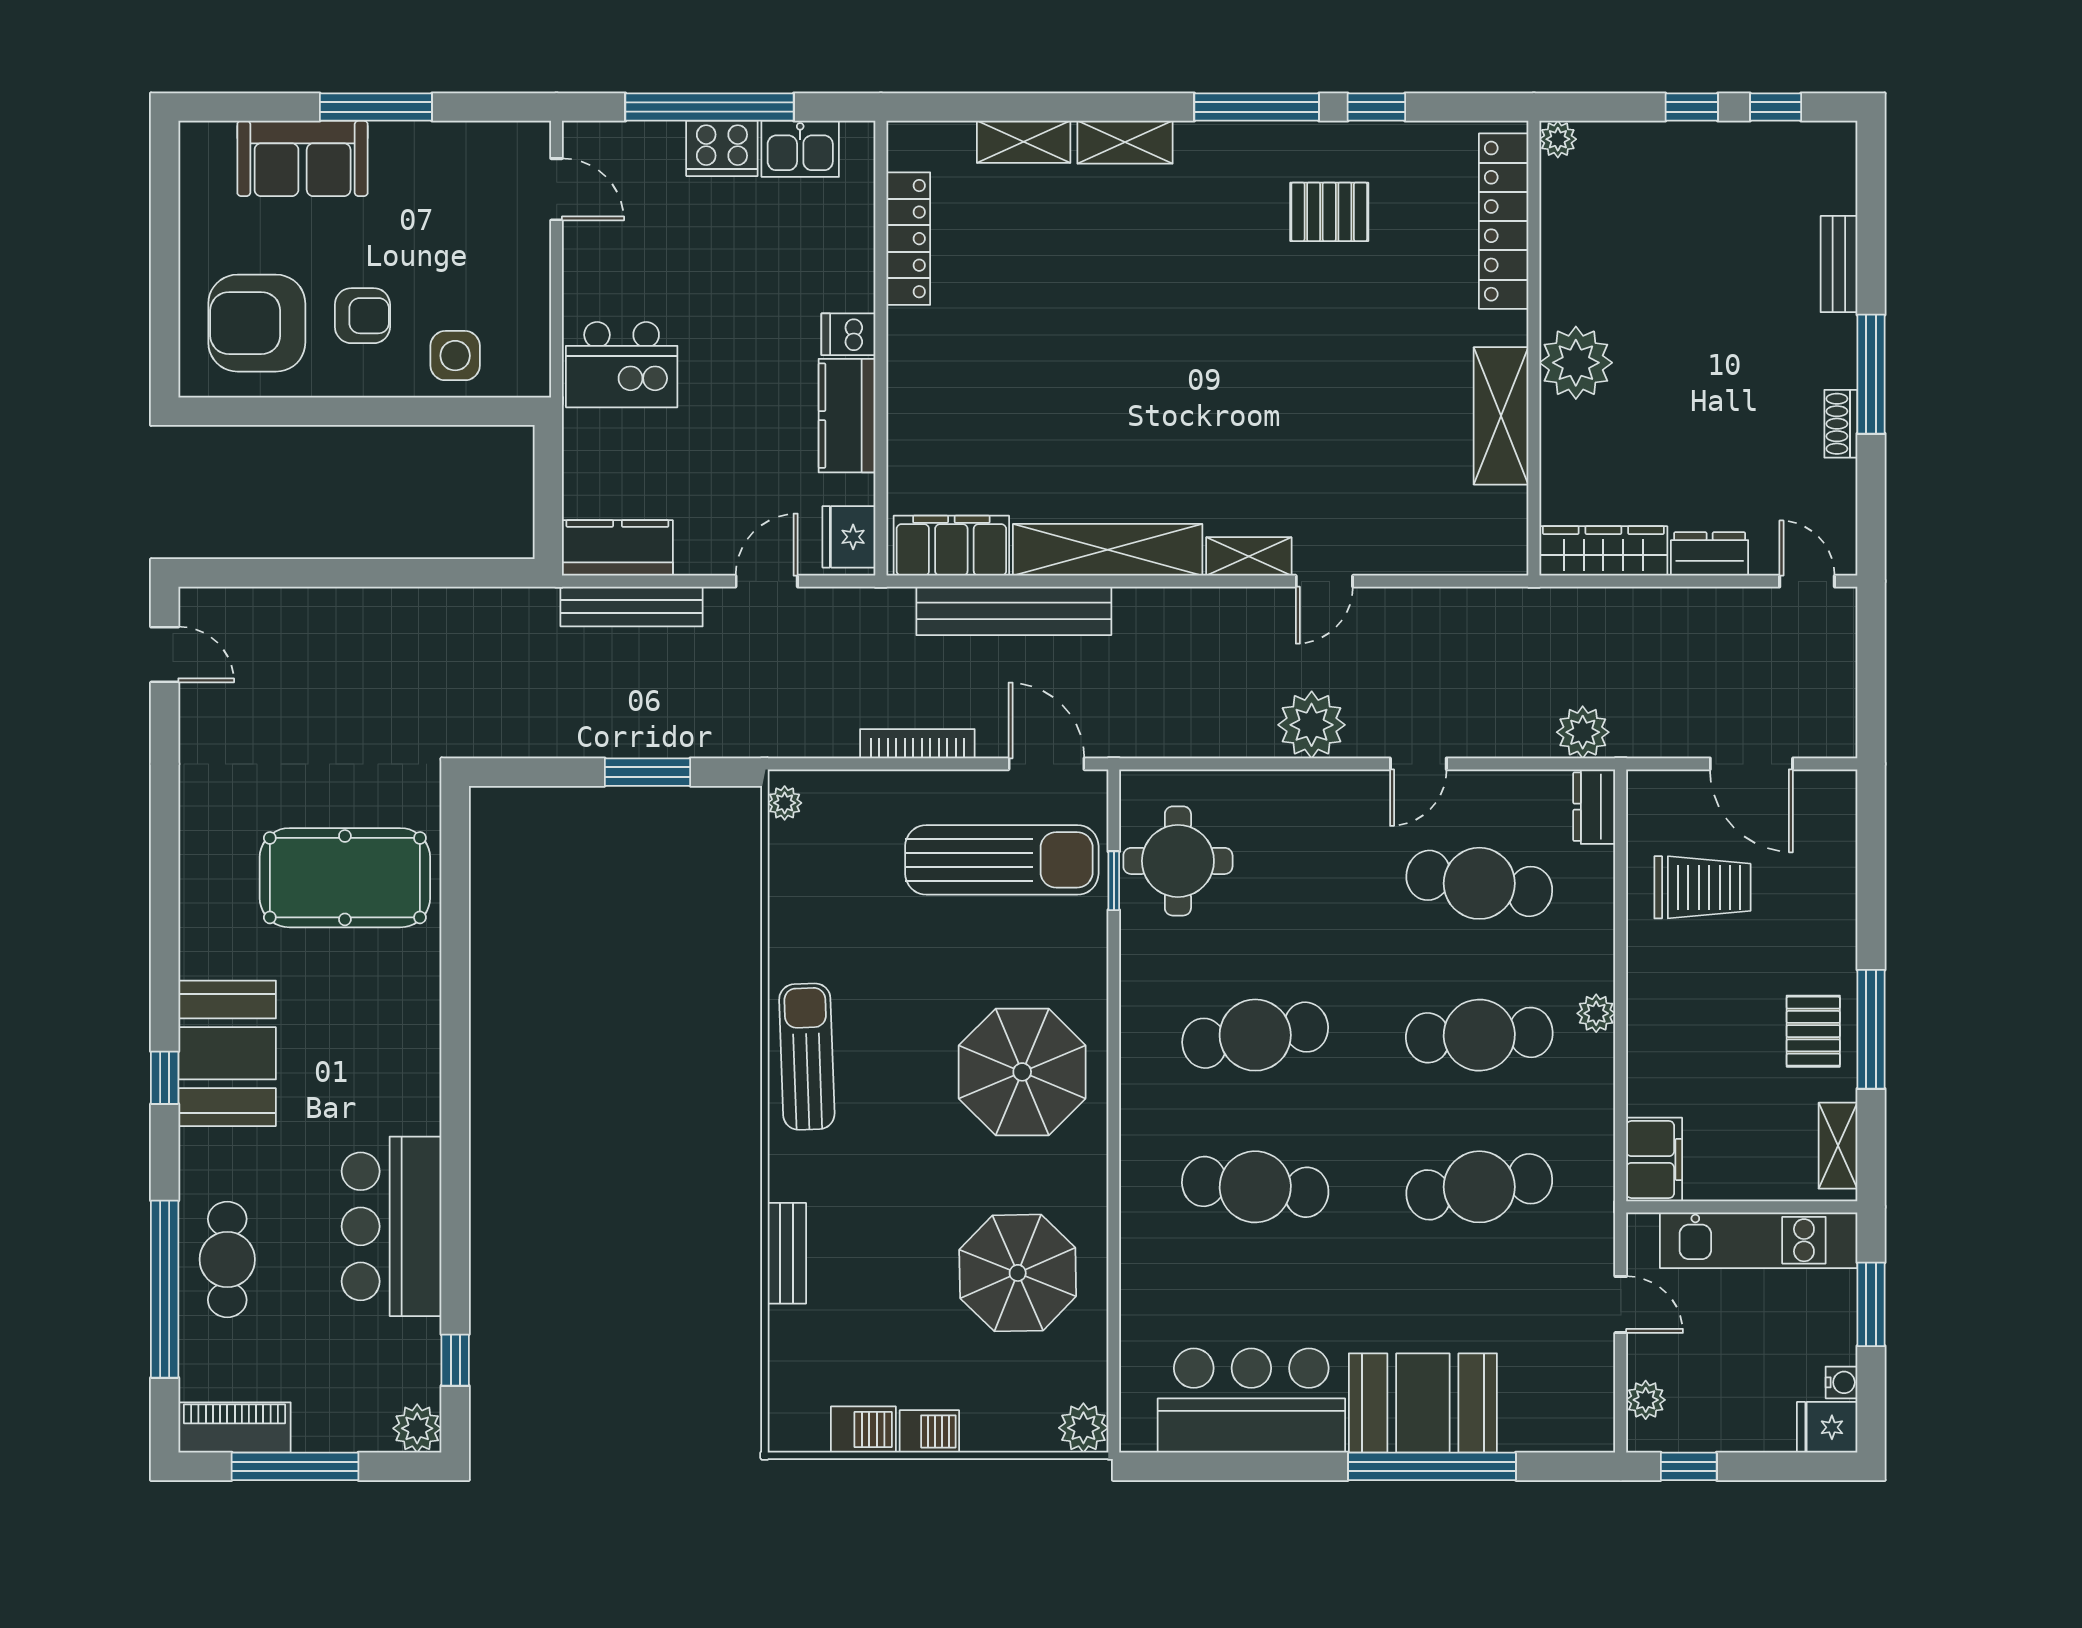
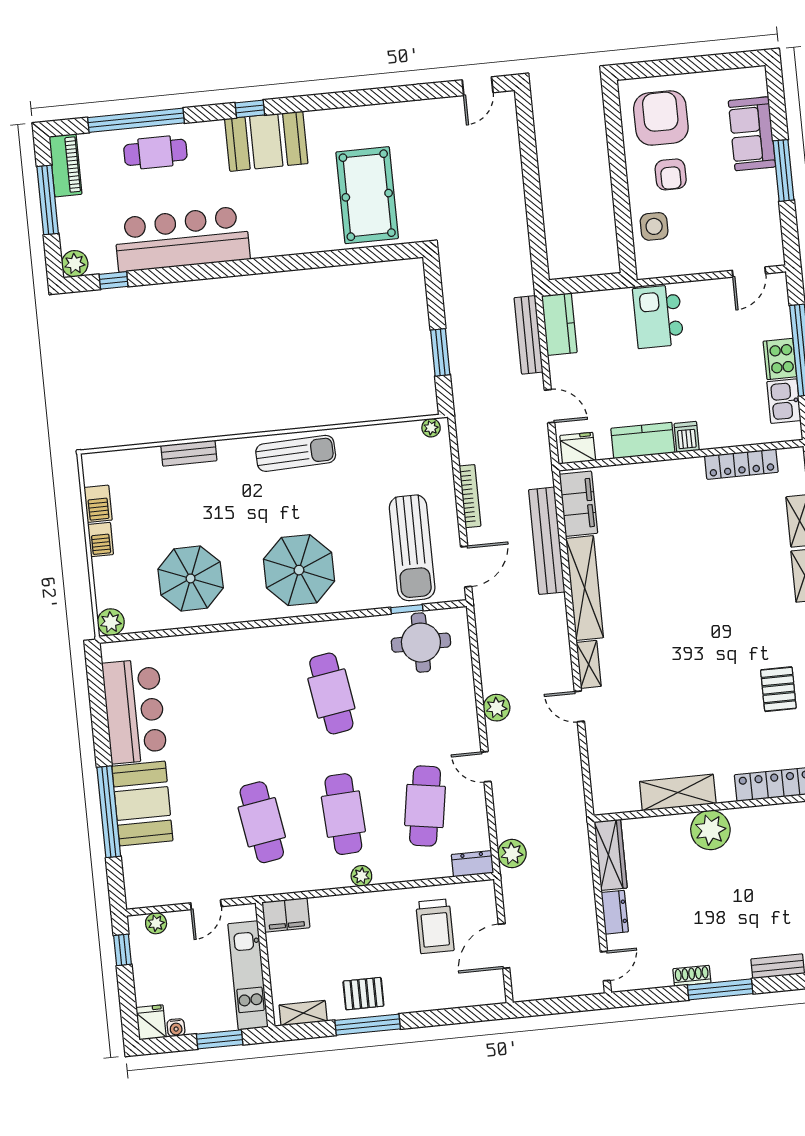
plant: (1312, 725) -> (497, 708), width x0.73, depth x0.73
cafe table: (1255, 1187) -> (250, 702), removed
bar counter: (392, 1226) -> (182, 239), width x1.36

